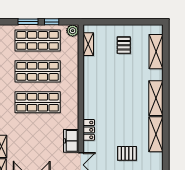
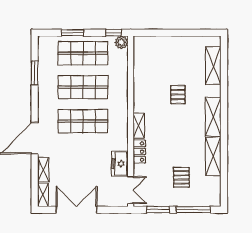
window: (52, 22) -> (114, 33), moved
shelving: (88, 44) -> (139, 126), moved
pallet: (124, 45) -> (178, 95), moved
pallet: (127, 153) -> (181, 177), turned 90

